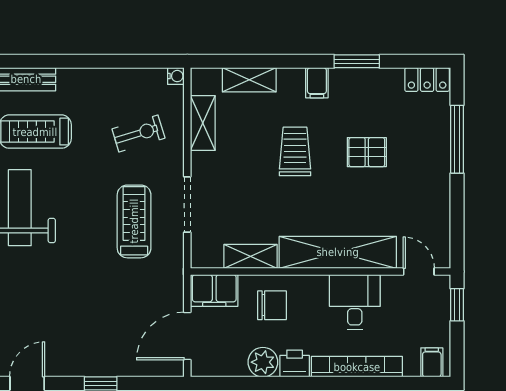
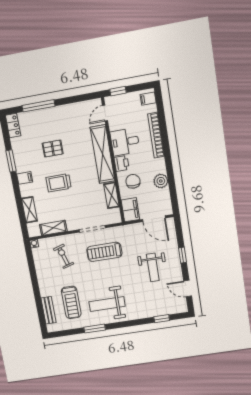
pallet: (367, 152) -> (53, 149), turned 90
weight bench: (84, 318) -> (153, 267), added
printer: (295, 364) -> (122, 163), moved, turned 180

